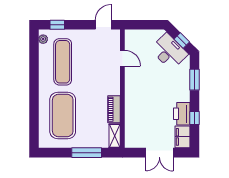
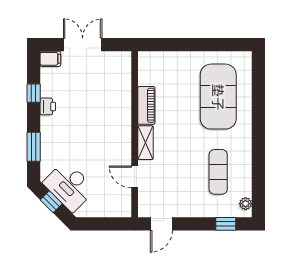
exercise mat: (63, 62) -> (218, 172), width x0.73, depth x0.69
printer: (182, 114) -> (48, 106), width x0.53, depth x0.68
shelving: (115, 136) -> (145, 143), moved
filing cabinet: (182, 137) -> (50, 59), width x0.50
window: (87, 153) -> (185, 45), removed

